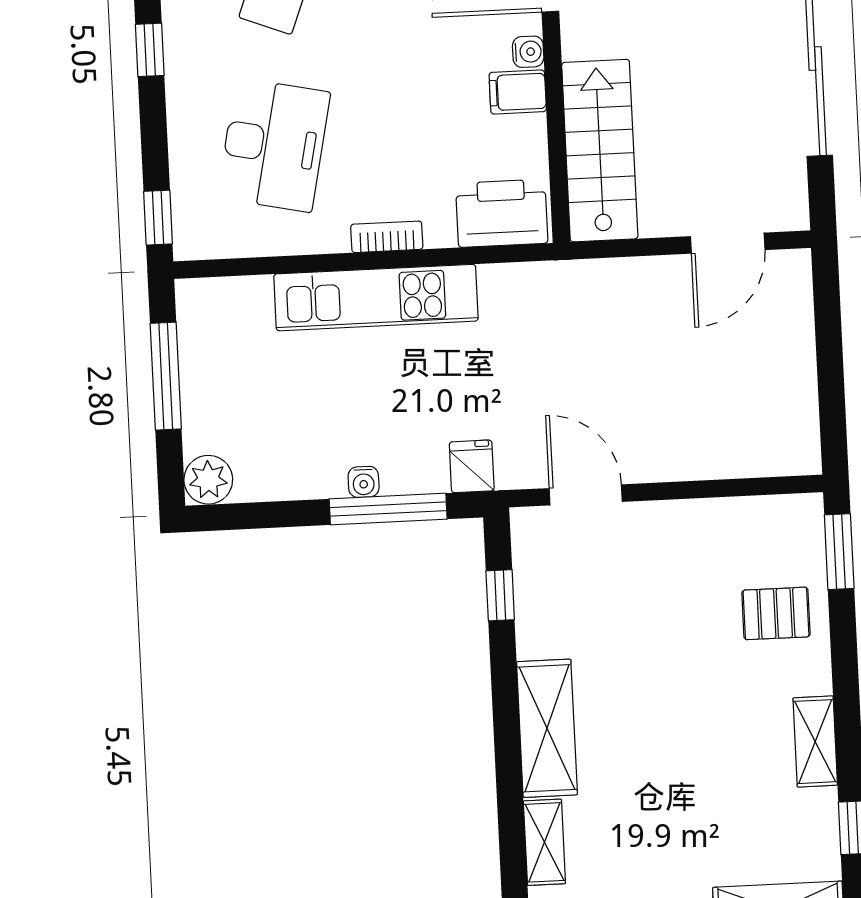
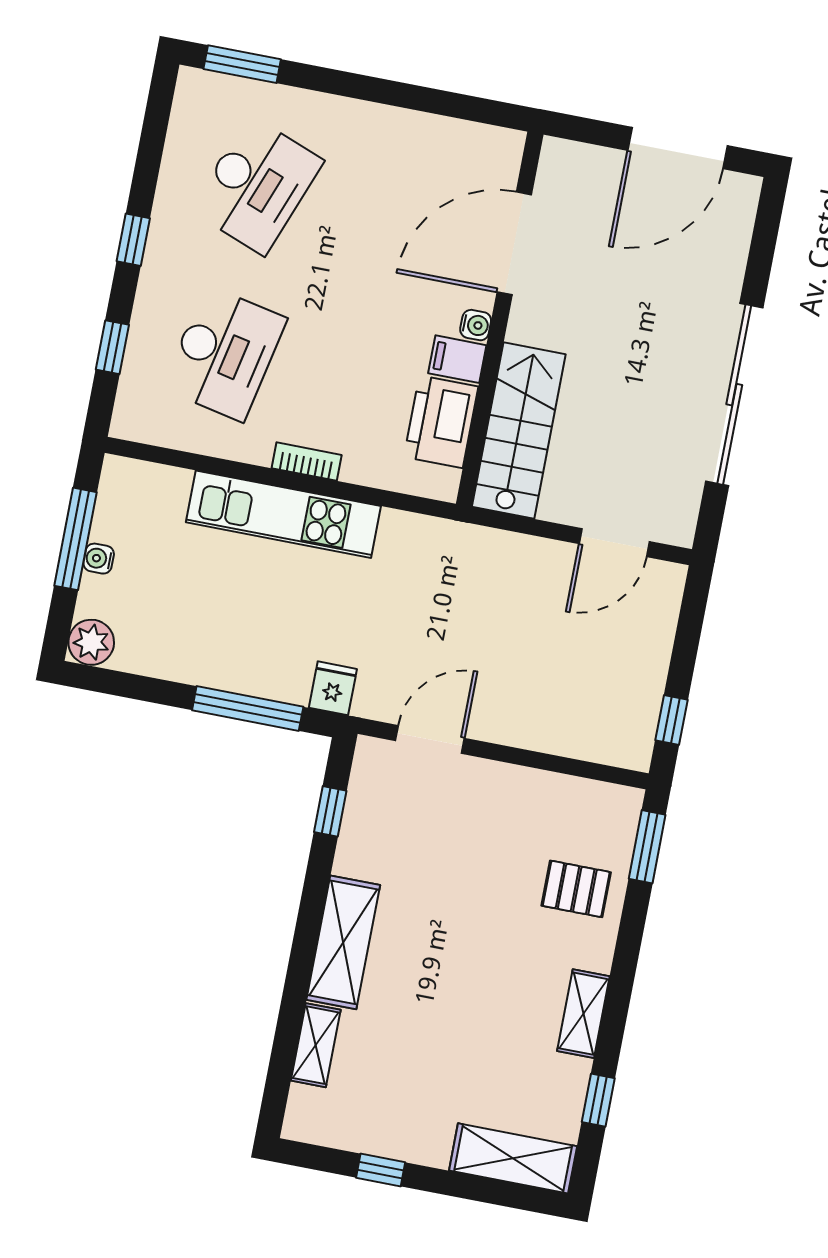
printer: (502, 213) -> (441, 422), moved, turned -90
window: (158, 218) -> (112, 347), moved
window: (832, 413) -> (672, 720), added
water cooler: (364, 482) -> (99, 559), moved, turned 90
door: (586, 495) -> (430, 739), hinge flipped

